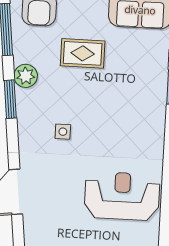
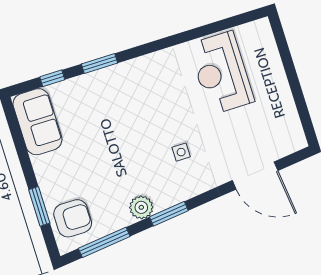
rug: (83, 53) -> (100, 161), removed

